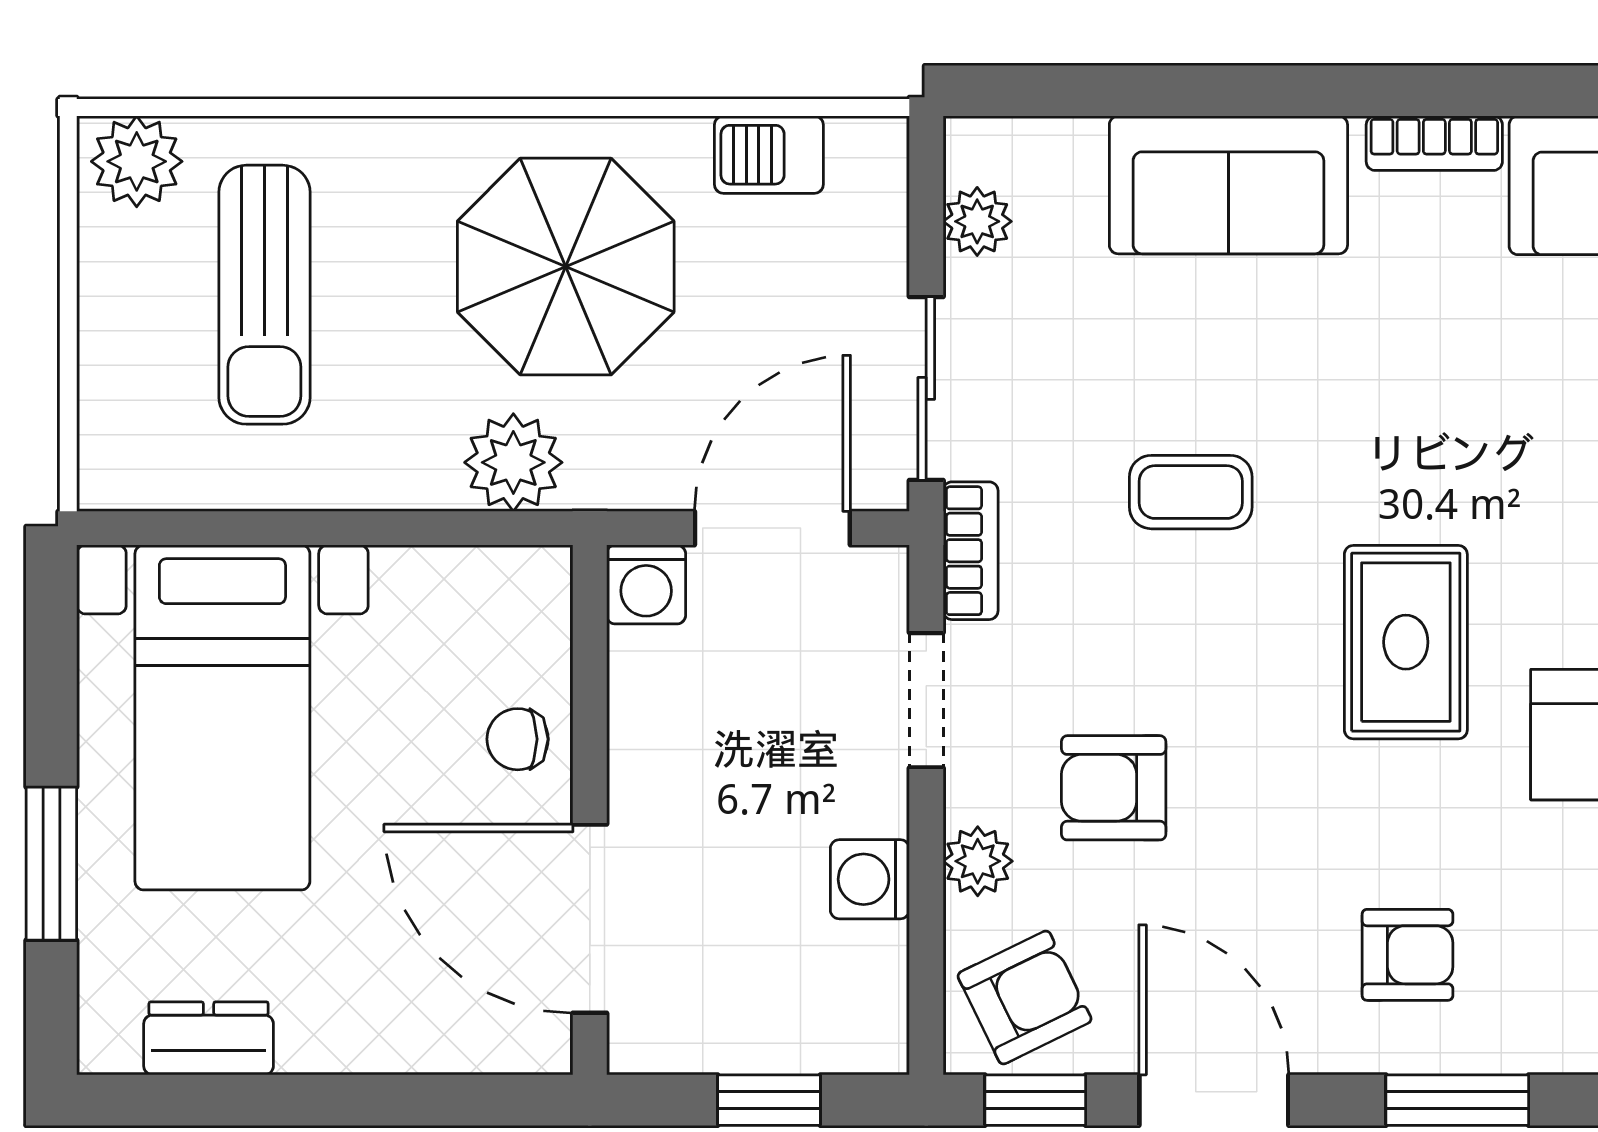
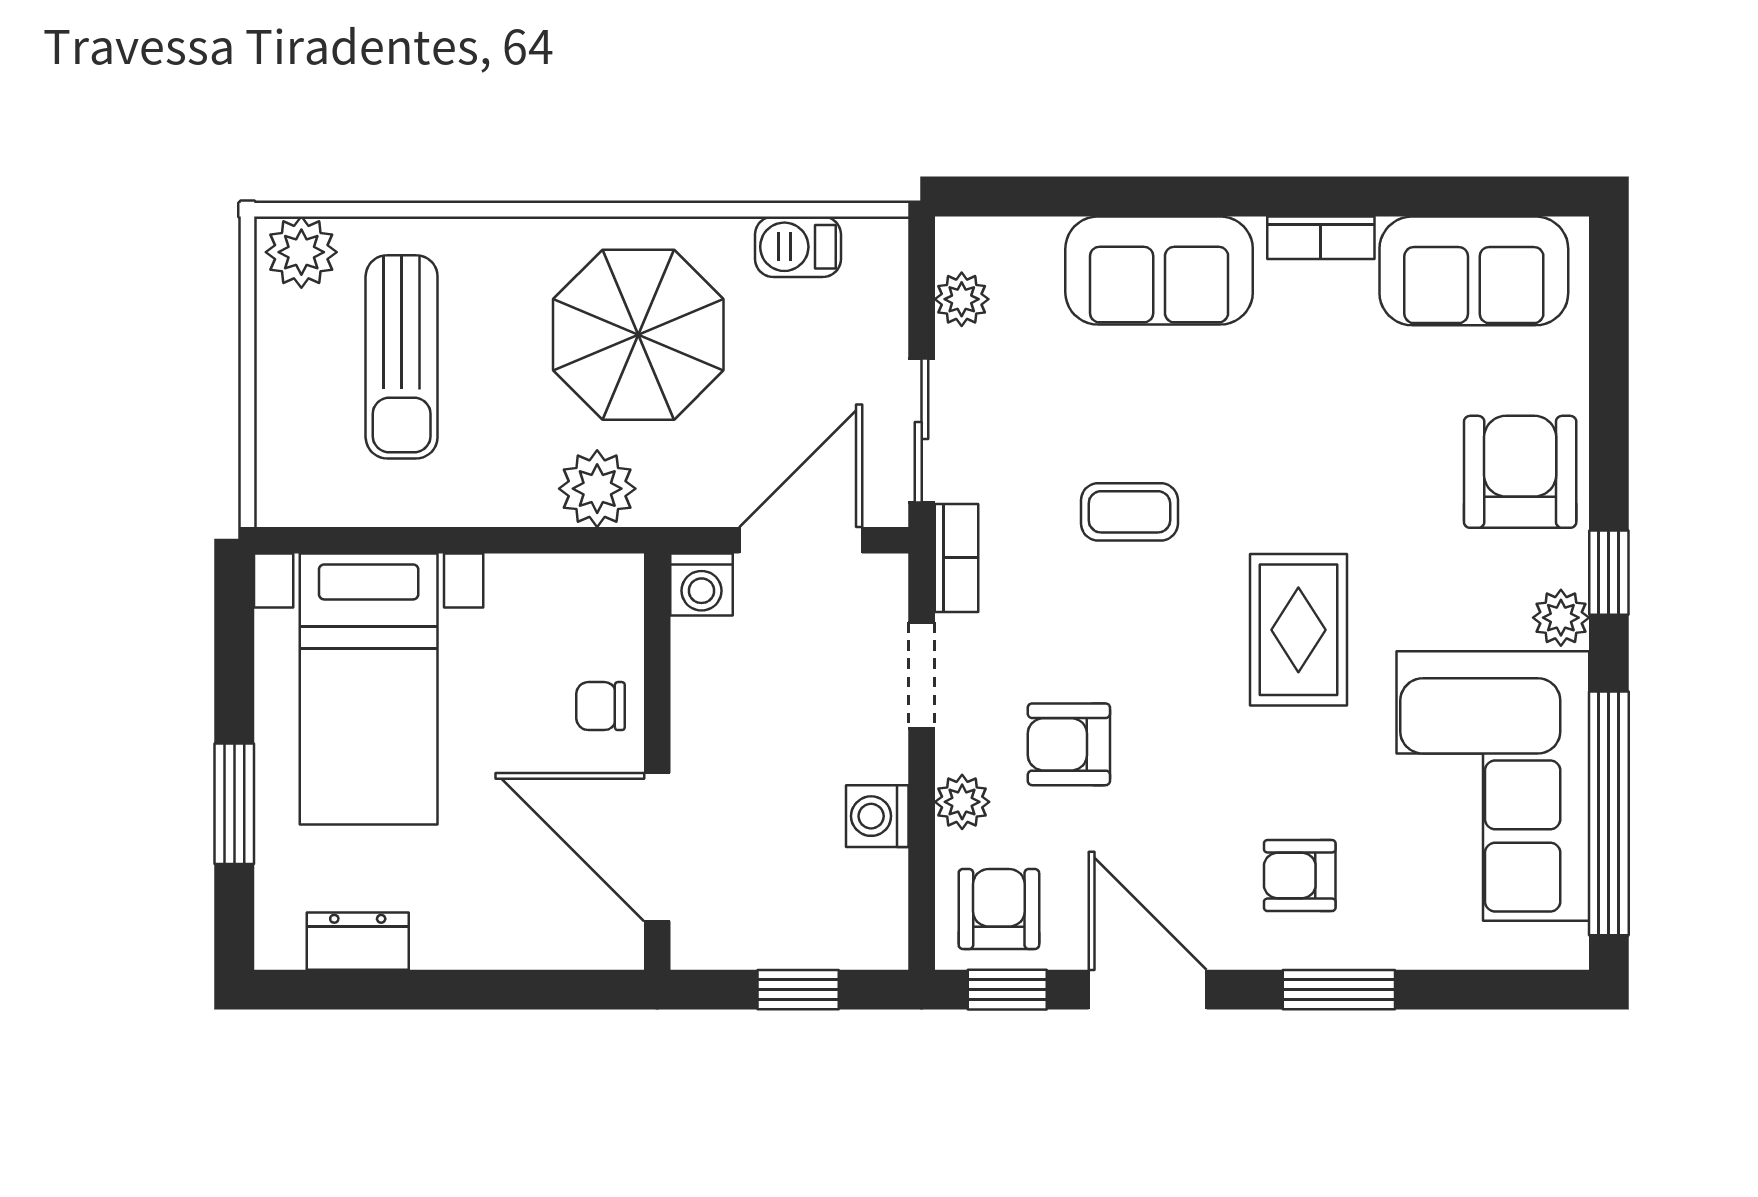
armchair: (1407, 955) -> (1300, 876), turned 180
armchair: (1025, 997) -> (999, 909), turned -64

